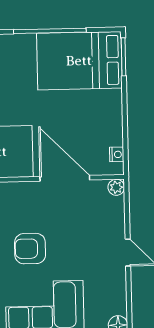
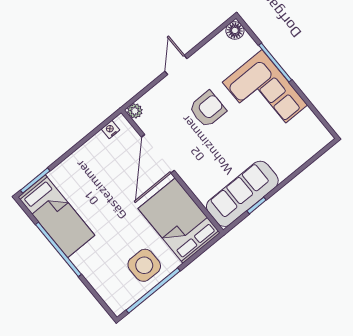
bed: (79, 61) -> (56, 216), width x0.67
armchair: (30, 249) -> (207, 109), moved, turned -90

